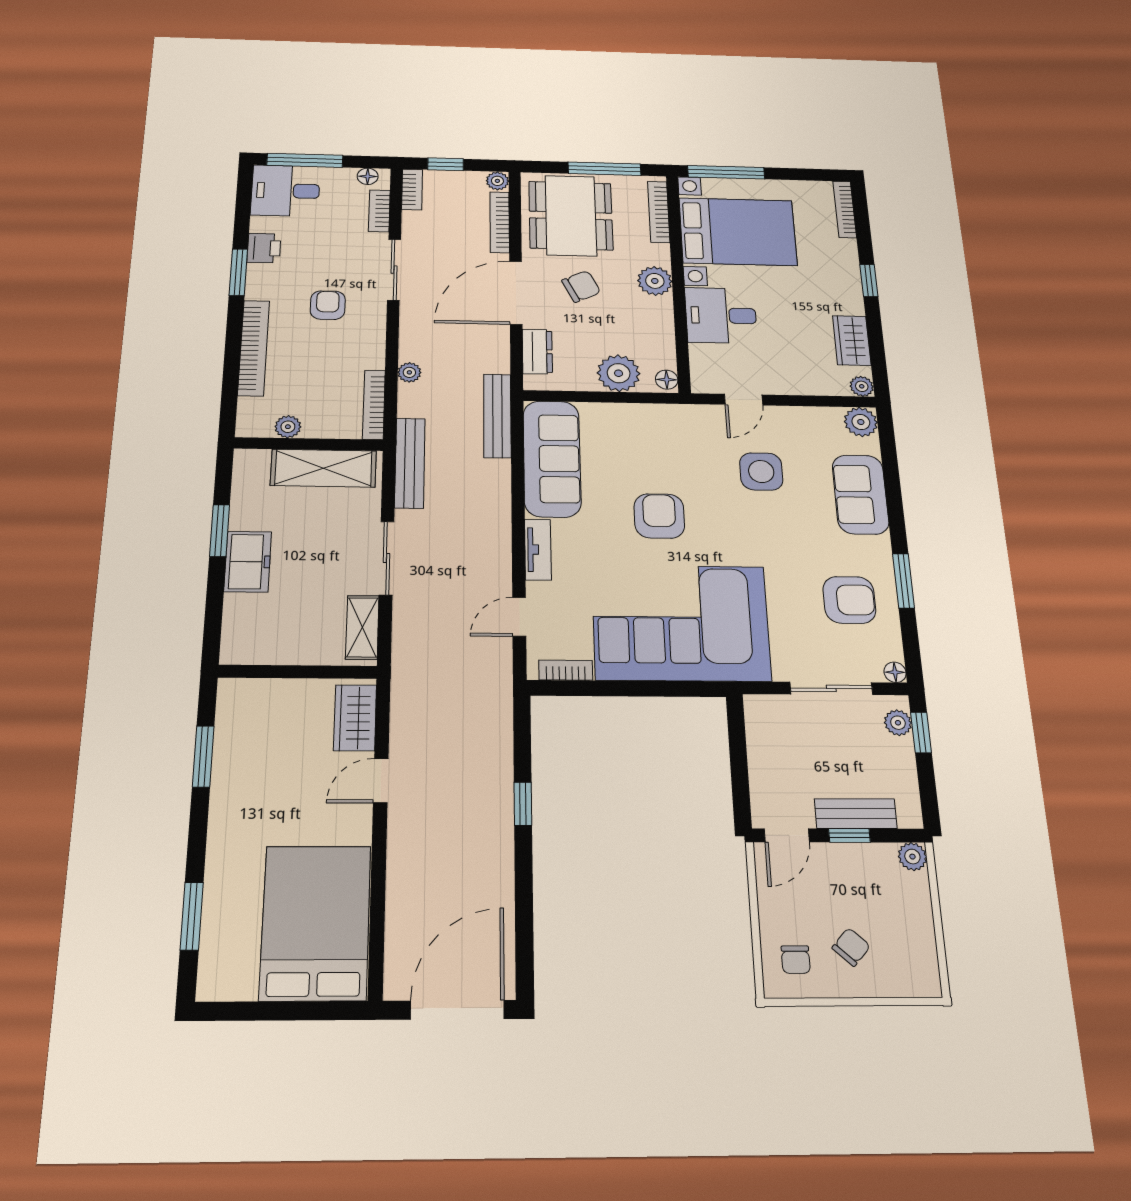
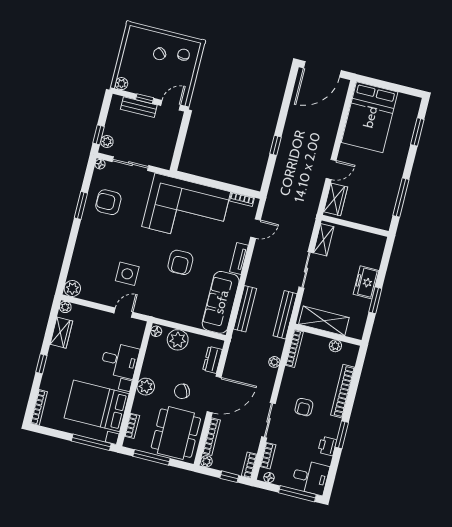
bookcase: (659, 212) -> (132, 426), width x0.64
bench: (497, 416) -> (245, 309), moved
sofa: (860, 494) -> (85, 252), removed
window: (203, 756) -> (401, 198), width x1.44

